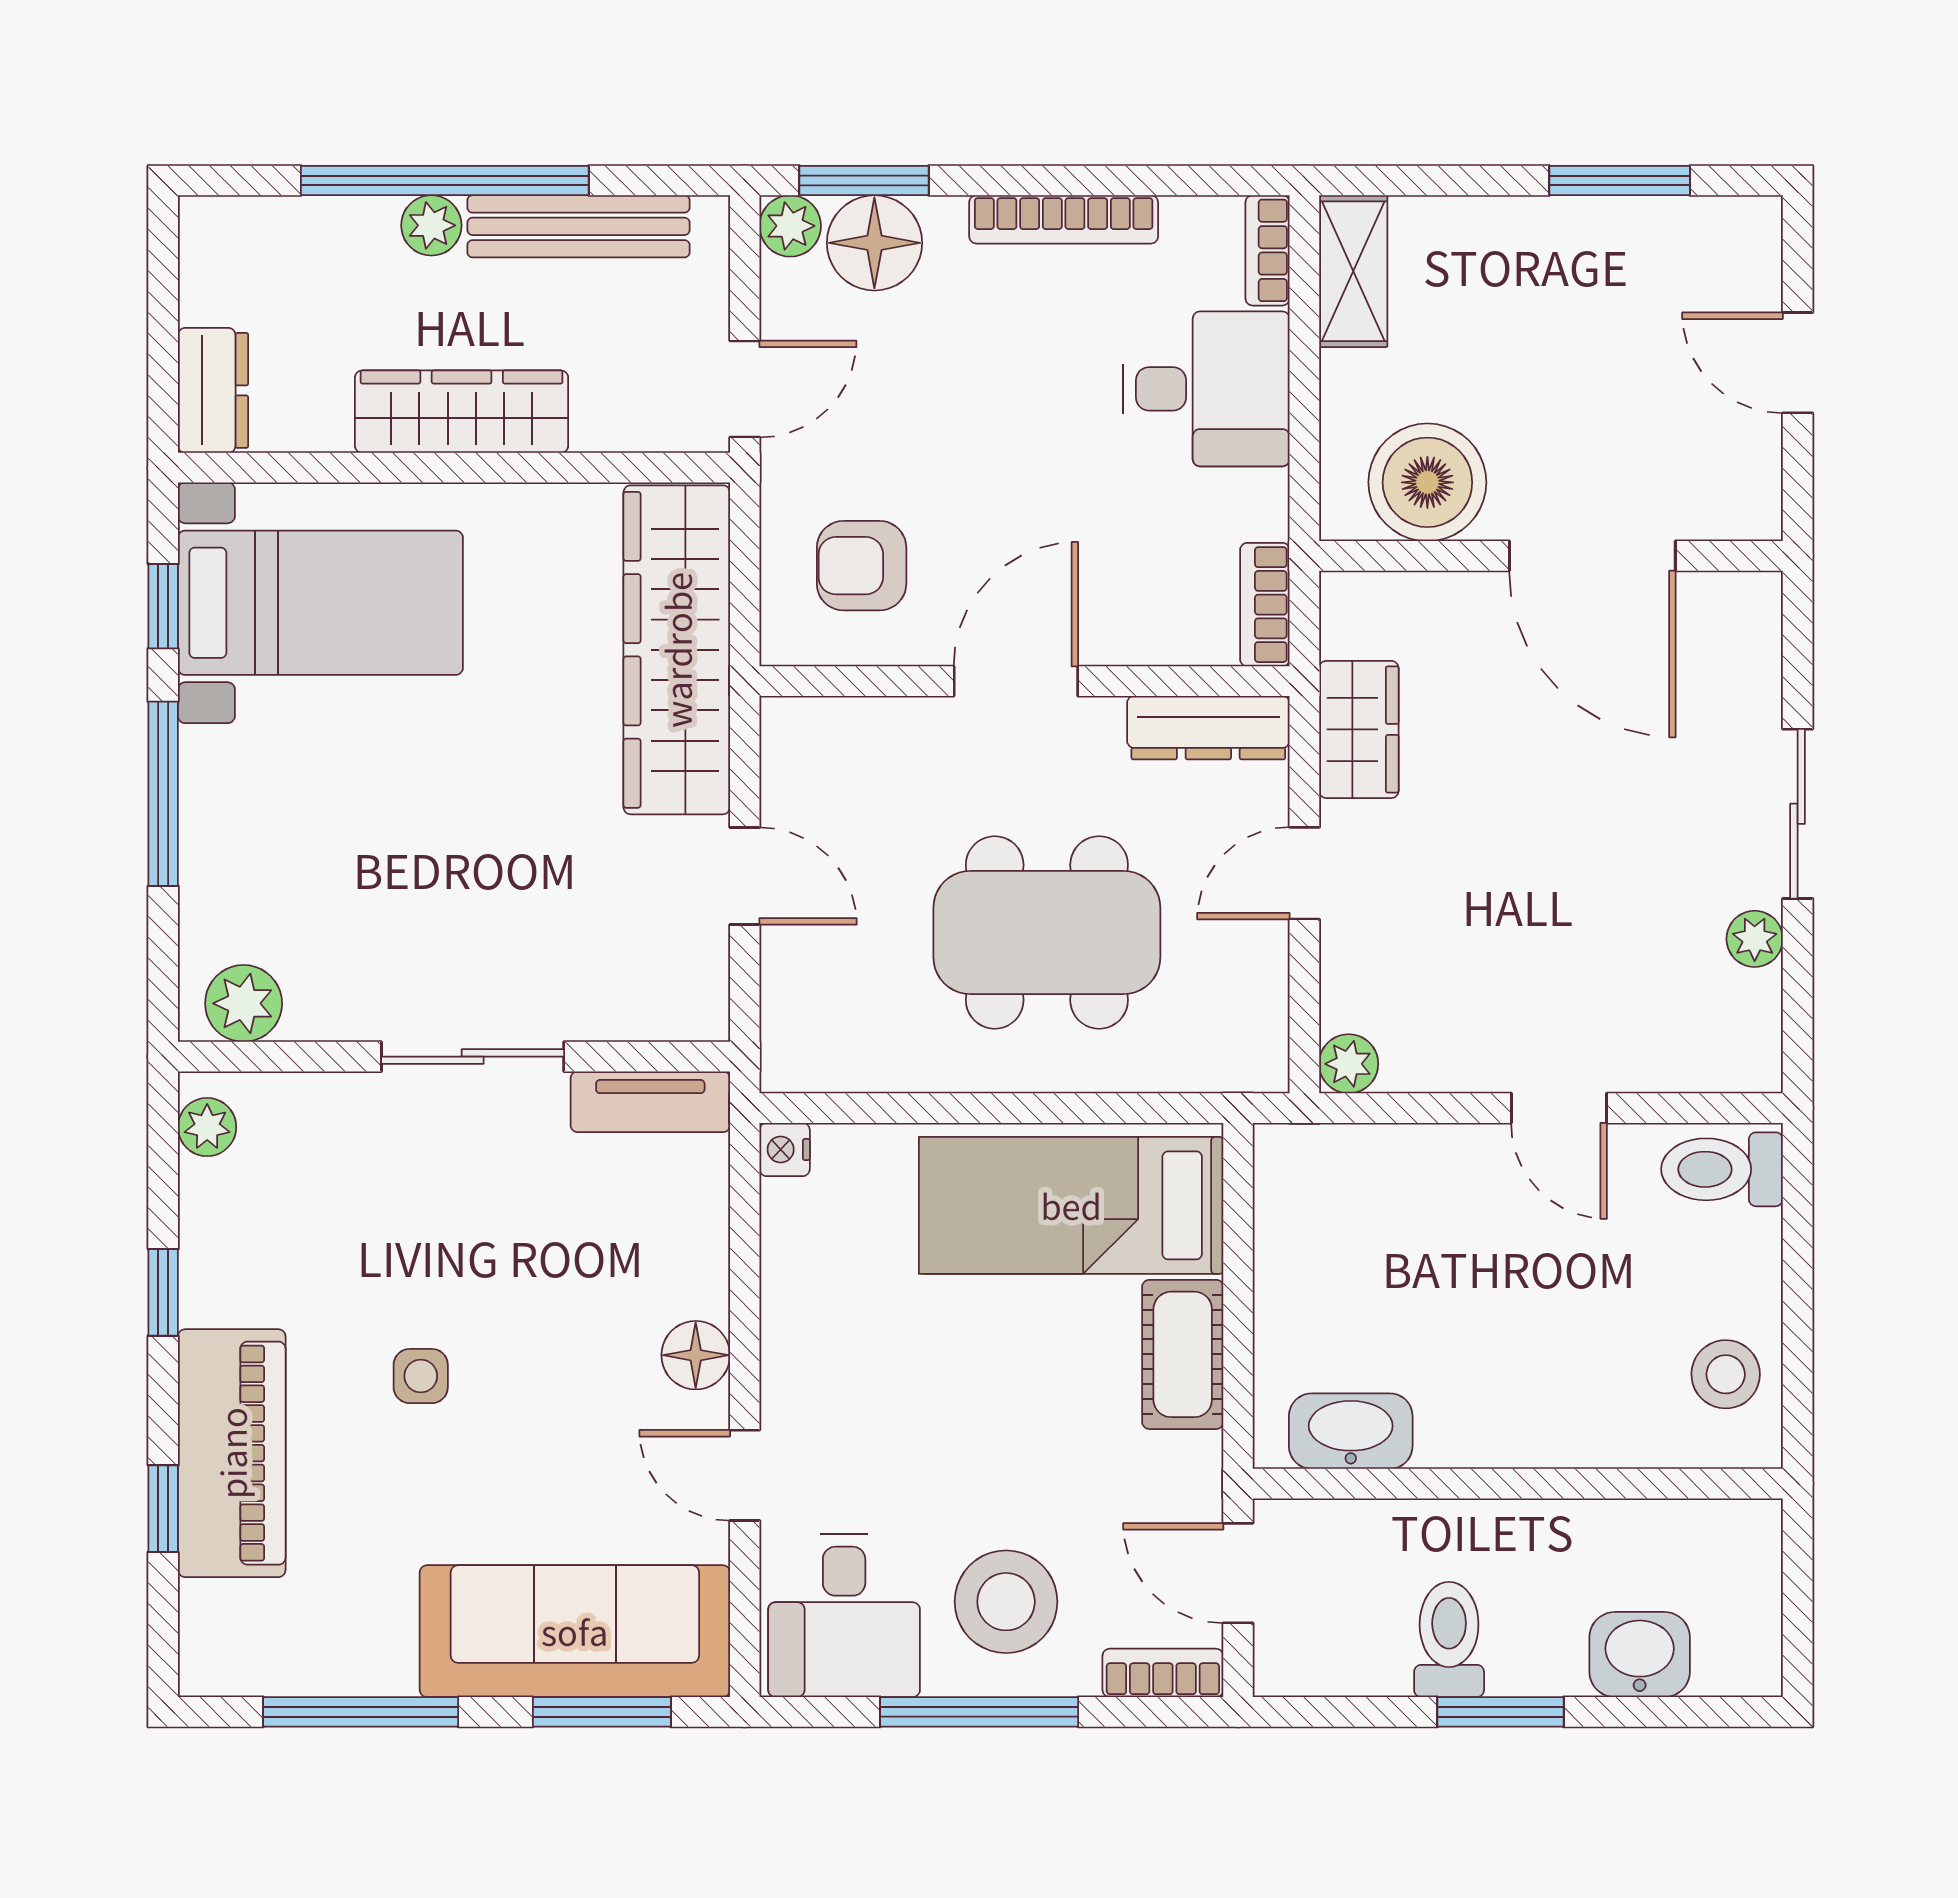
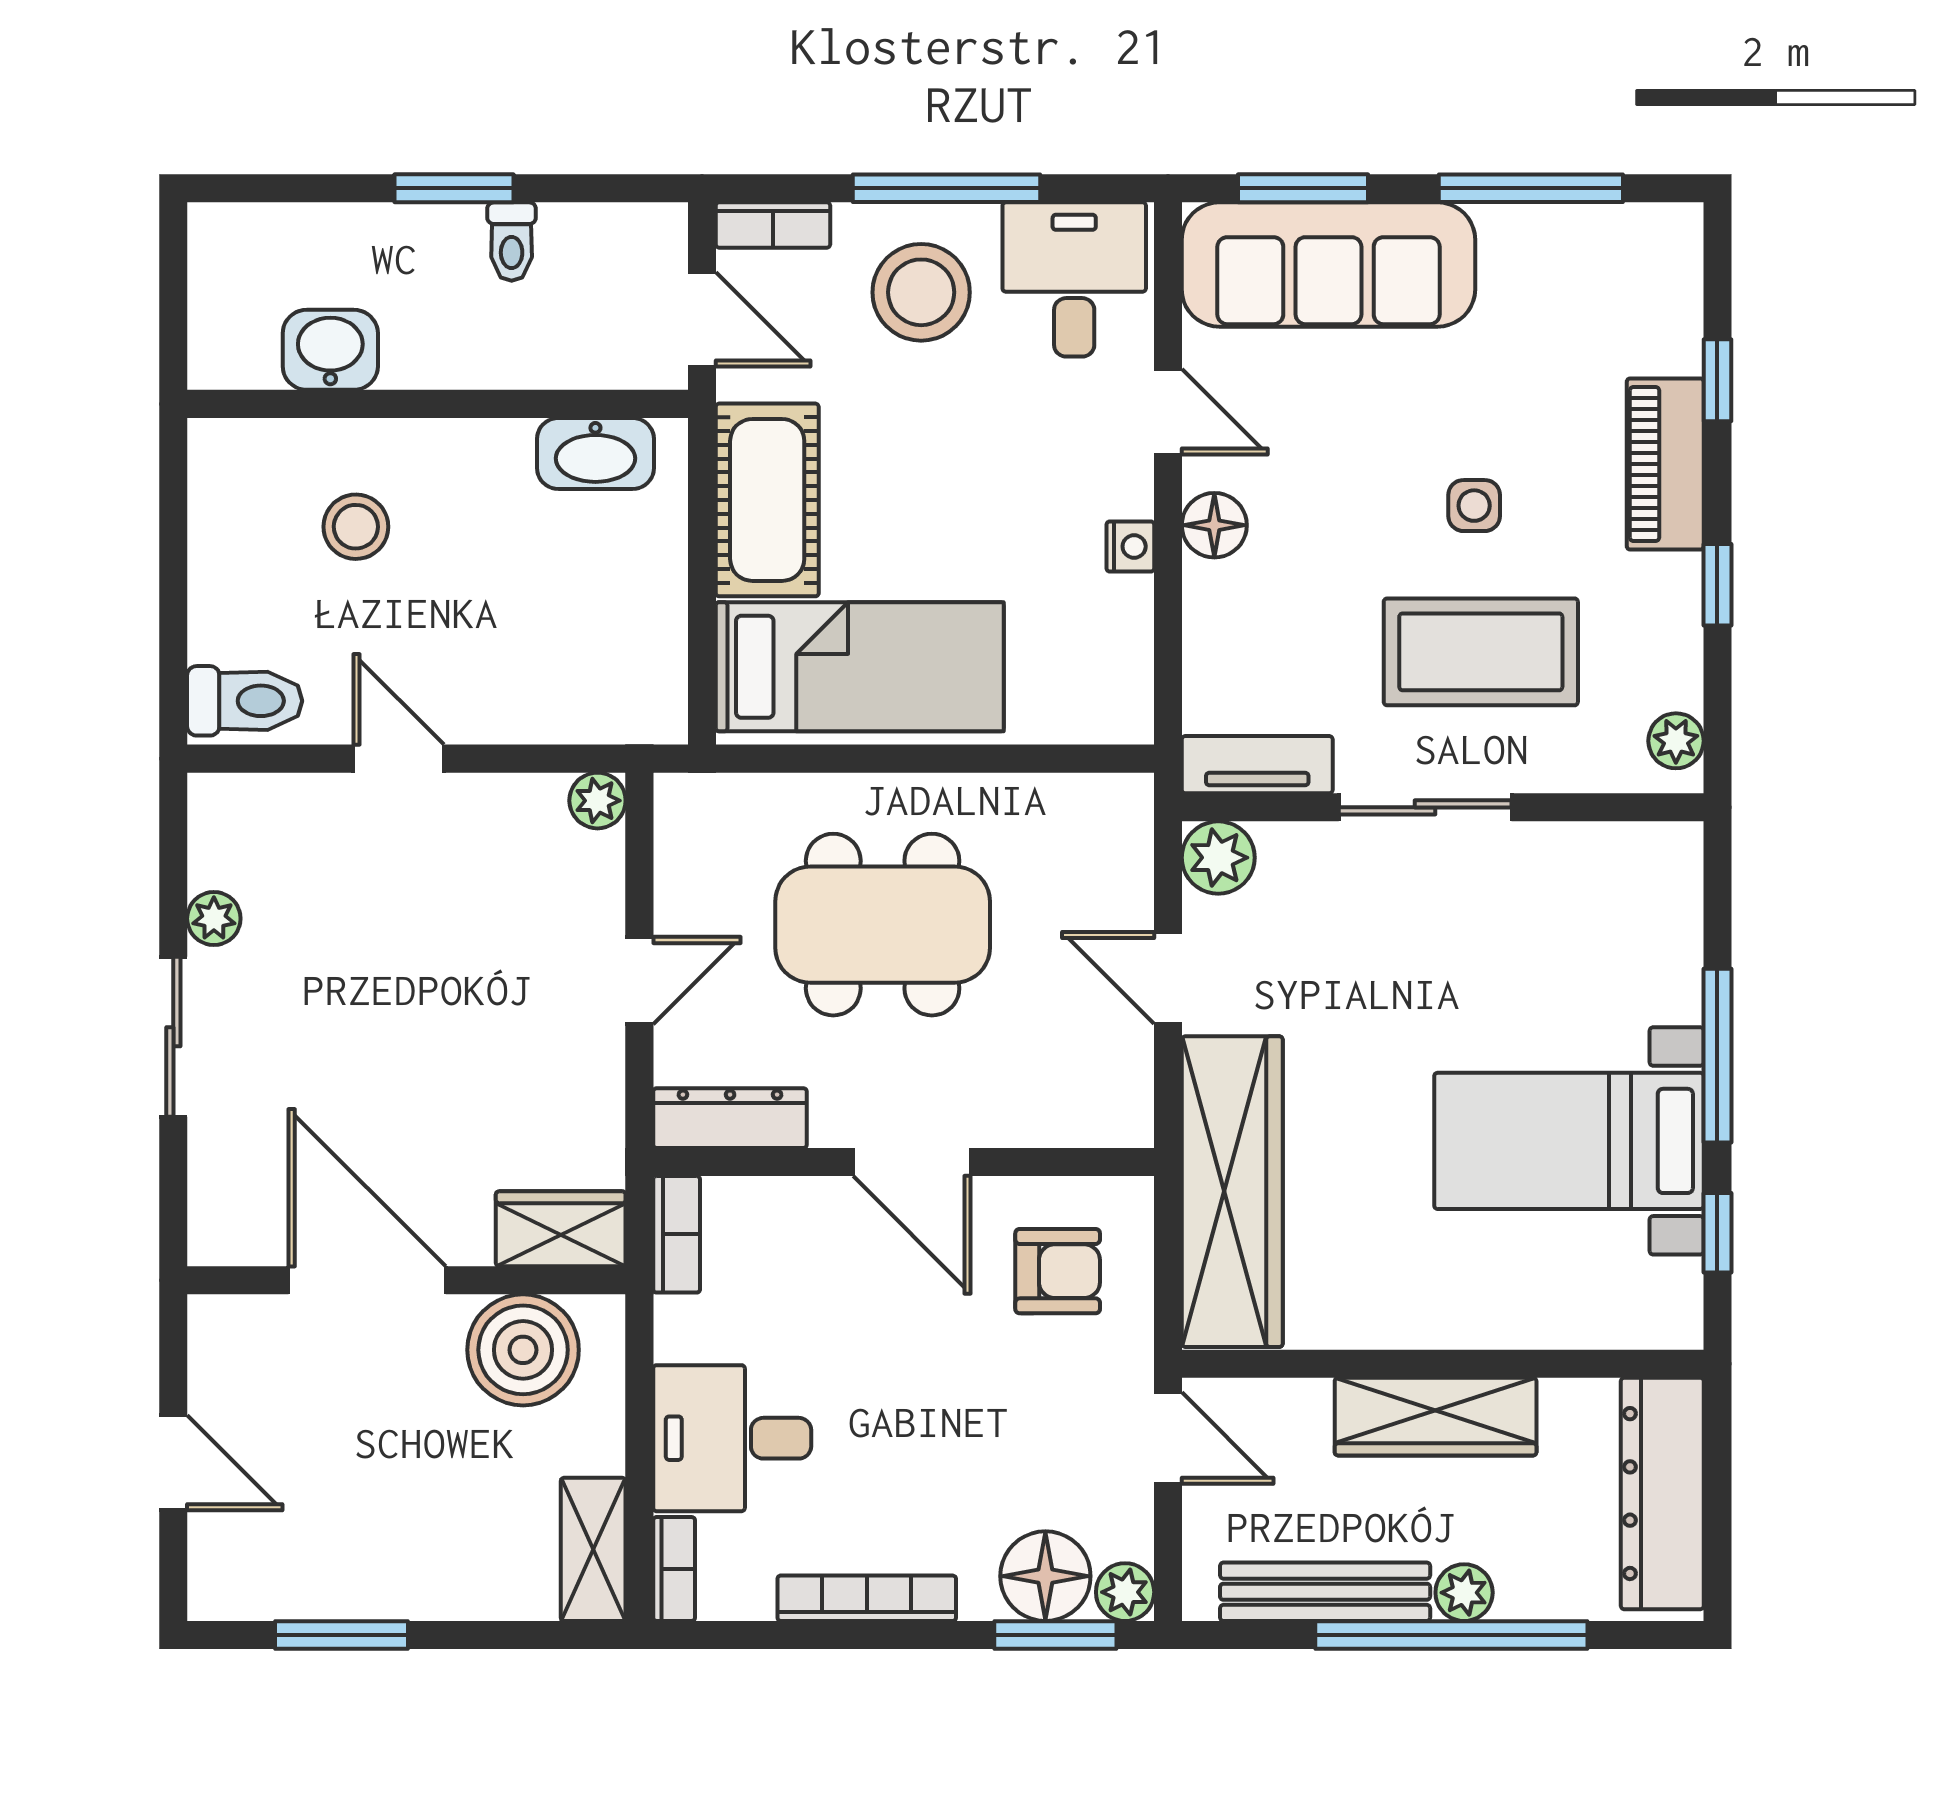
door: (745, 389) -> (1168, 1438), swing flipped
dresser: (213, 390) -> (1662, 1494), width x1.96, depth x1.24
bed with nightstands: (320, 603) -> (1569, 1141), moved
door: (1016, 681) -> (912, 1162), hinge flipped
wardrobe: (1359, 729) -> (561, 1229), moved, turned 90
plant: (244, 1003) -> (1218, 858), moved
nightstand: (785, 1149) -> (1130, 546), moved
coffee table: (414, 1221) -> (1481, 652), added
cot: (1183, 1354) -> (767, 500), width x1.37, depth x1.34
stool: (1726, 1374) -> (356, 527), moved
piano: (232, 1453) -> (1665, 464), width x0.73, depth x0.75
toilet: (1449, 1639) -> (512, 241), width x0.73, depth x0.72
washbasin: (1640, 1655) -> (330, 350), moved, turned 180

